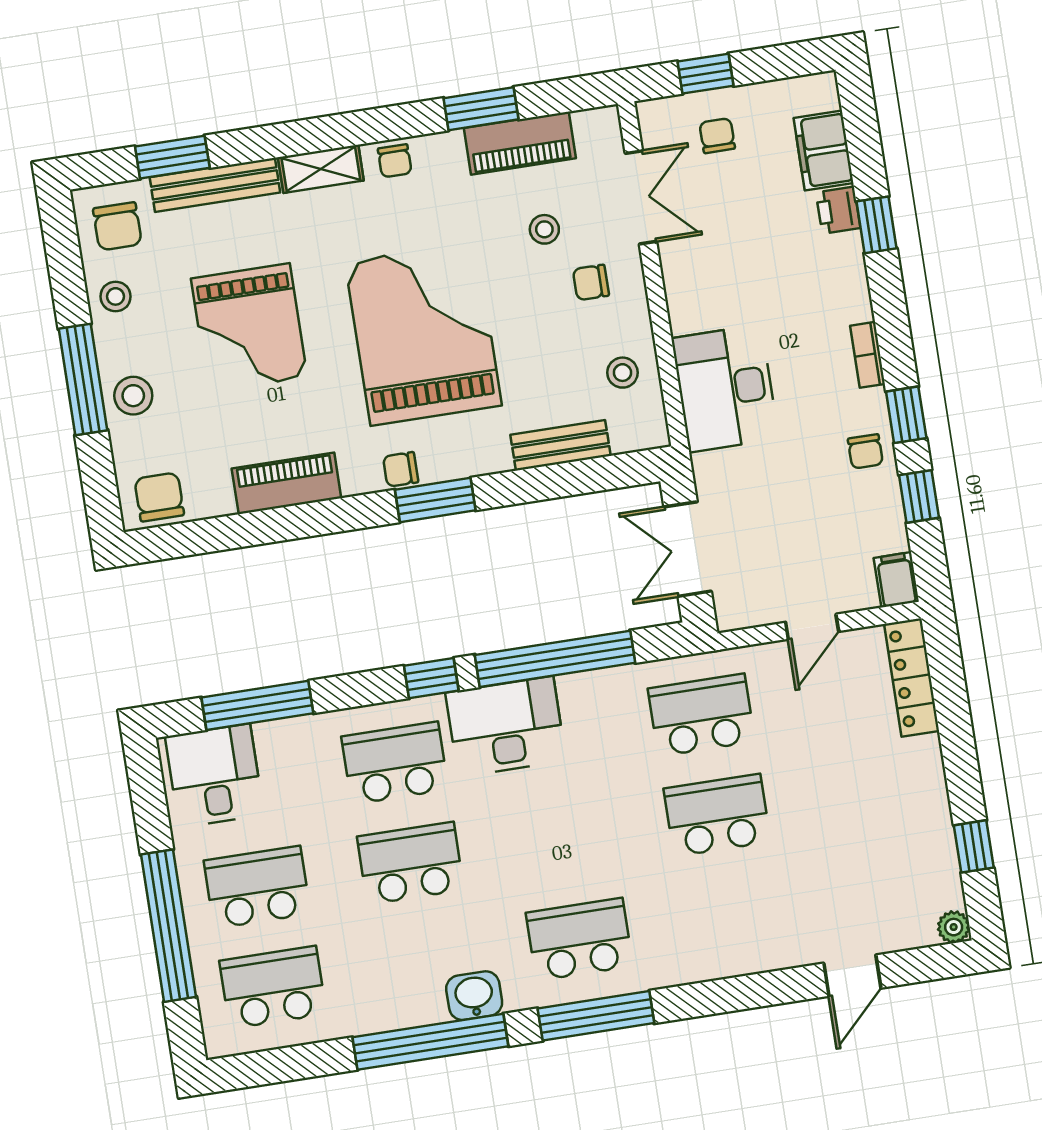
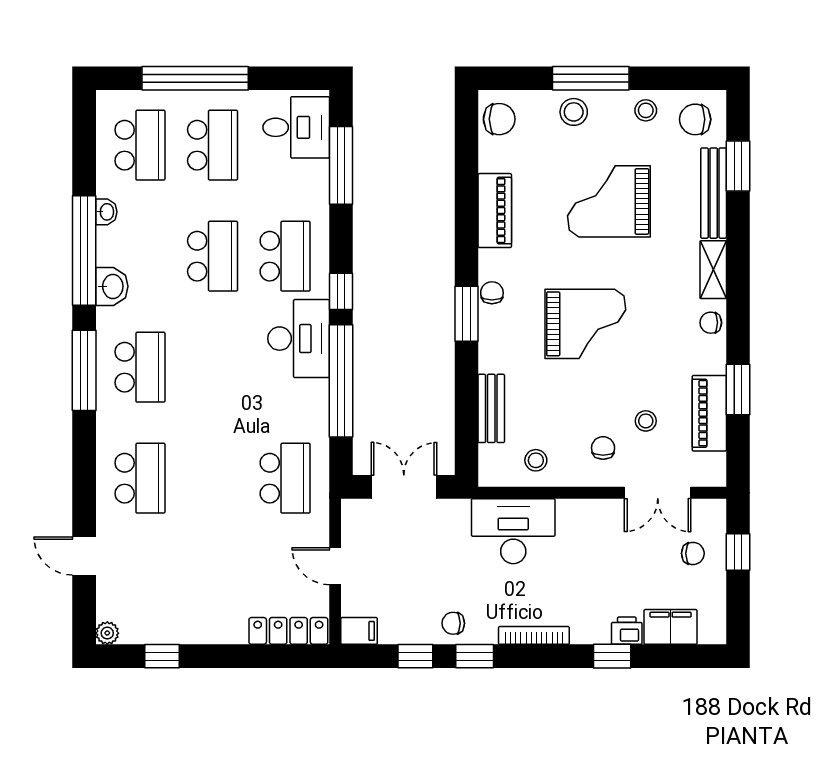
grand piano: (423, 334) -> (585, 324), width x0.73, depth x0.68
bookcase: (867, 355) -> (534, 635), width x1.56
school desk: (717, 815) -> (140, 478), moved
washbasin: (372, 1019) -> (106, 212), added

